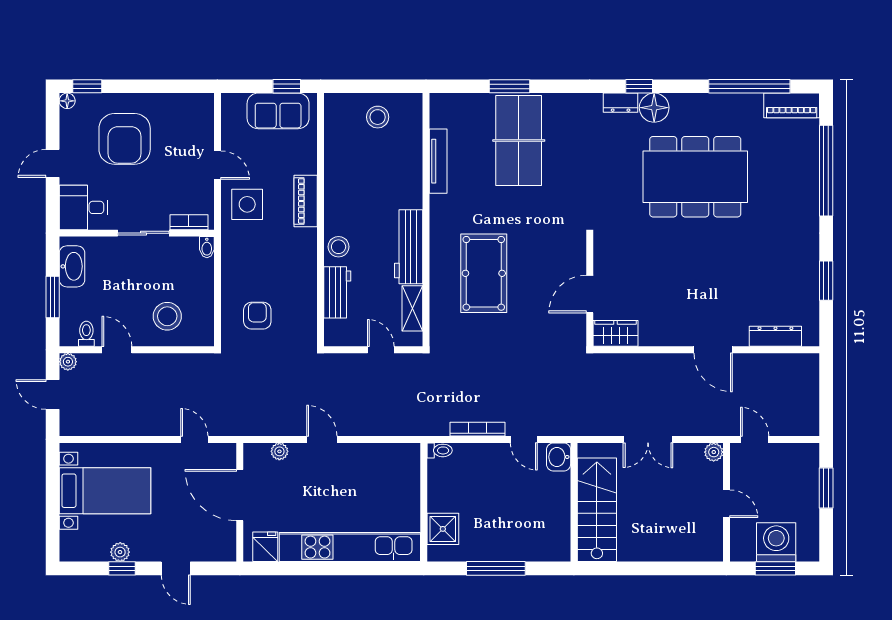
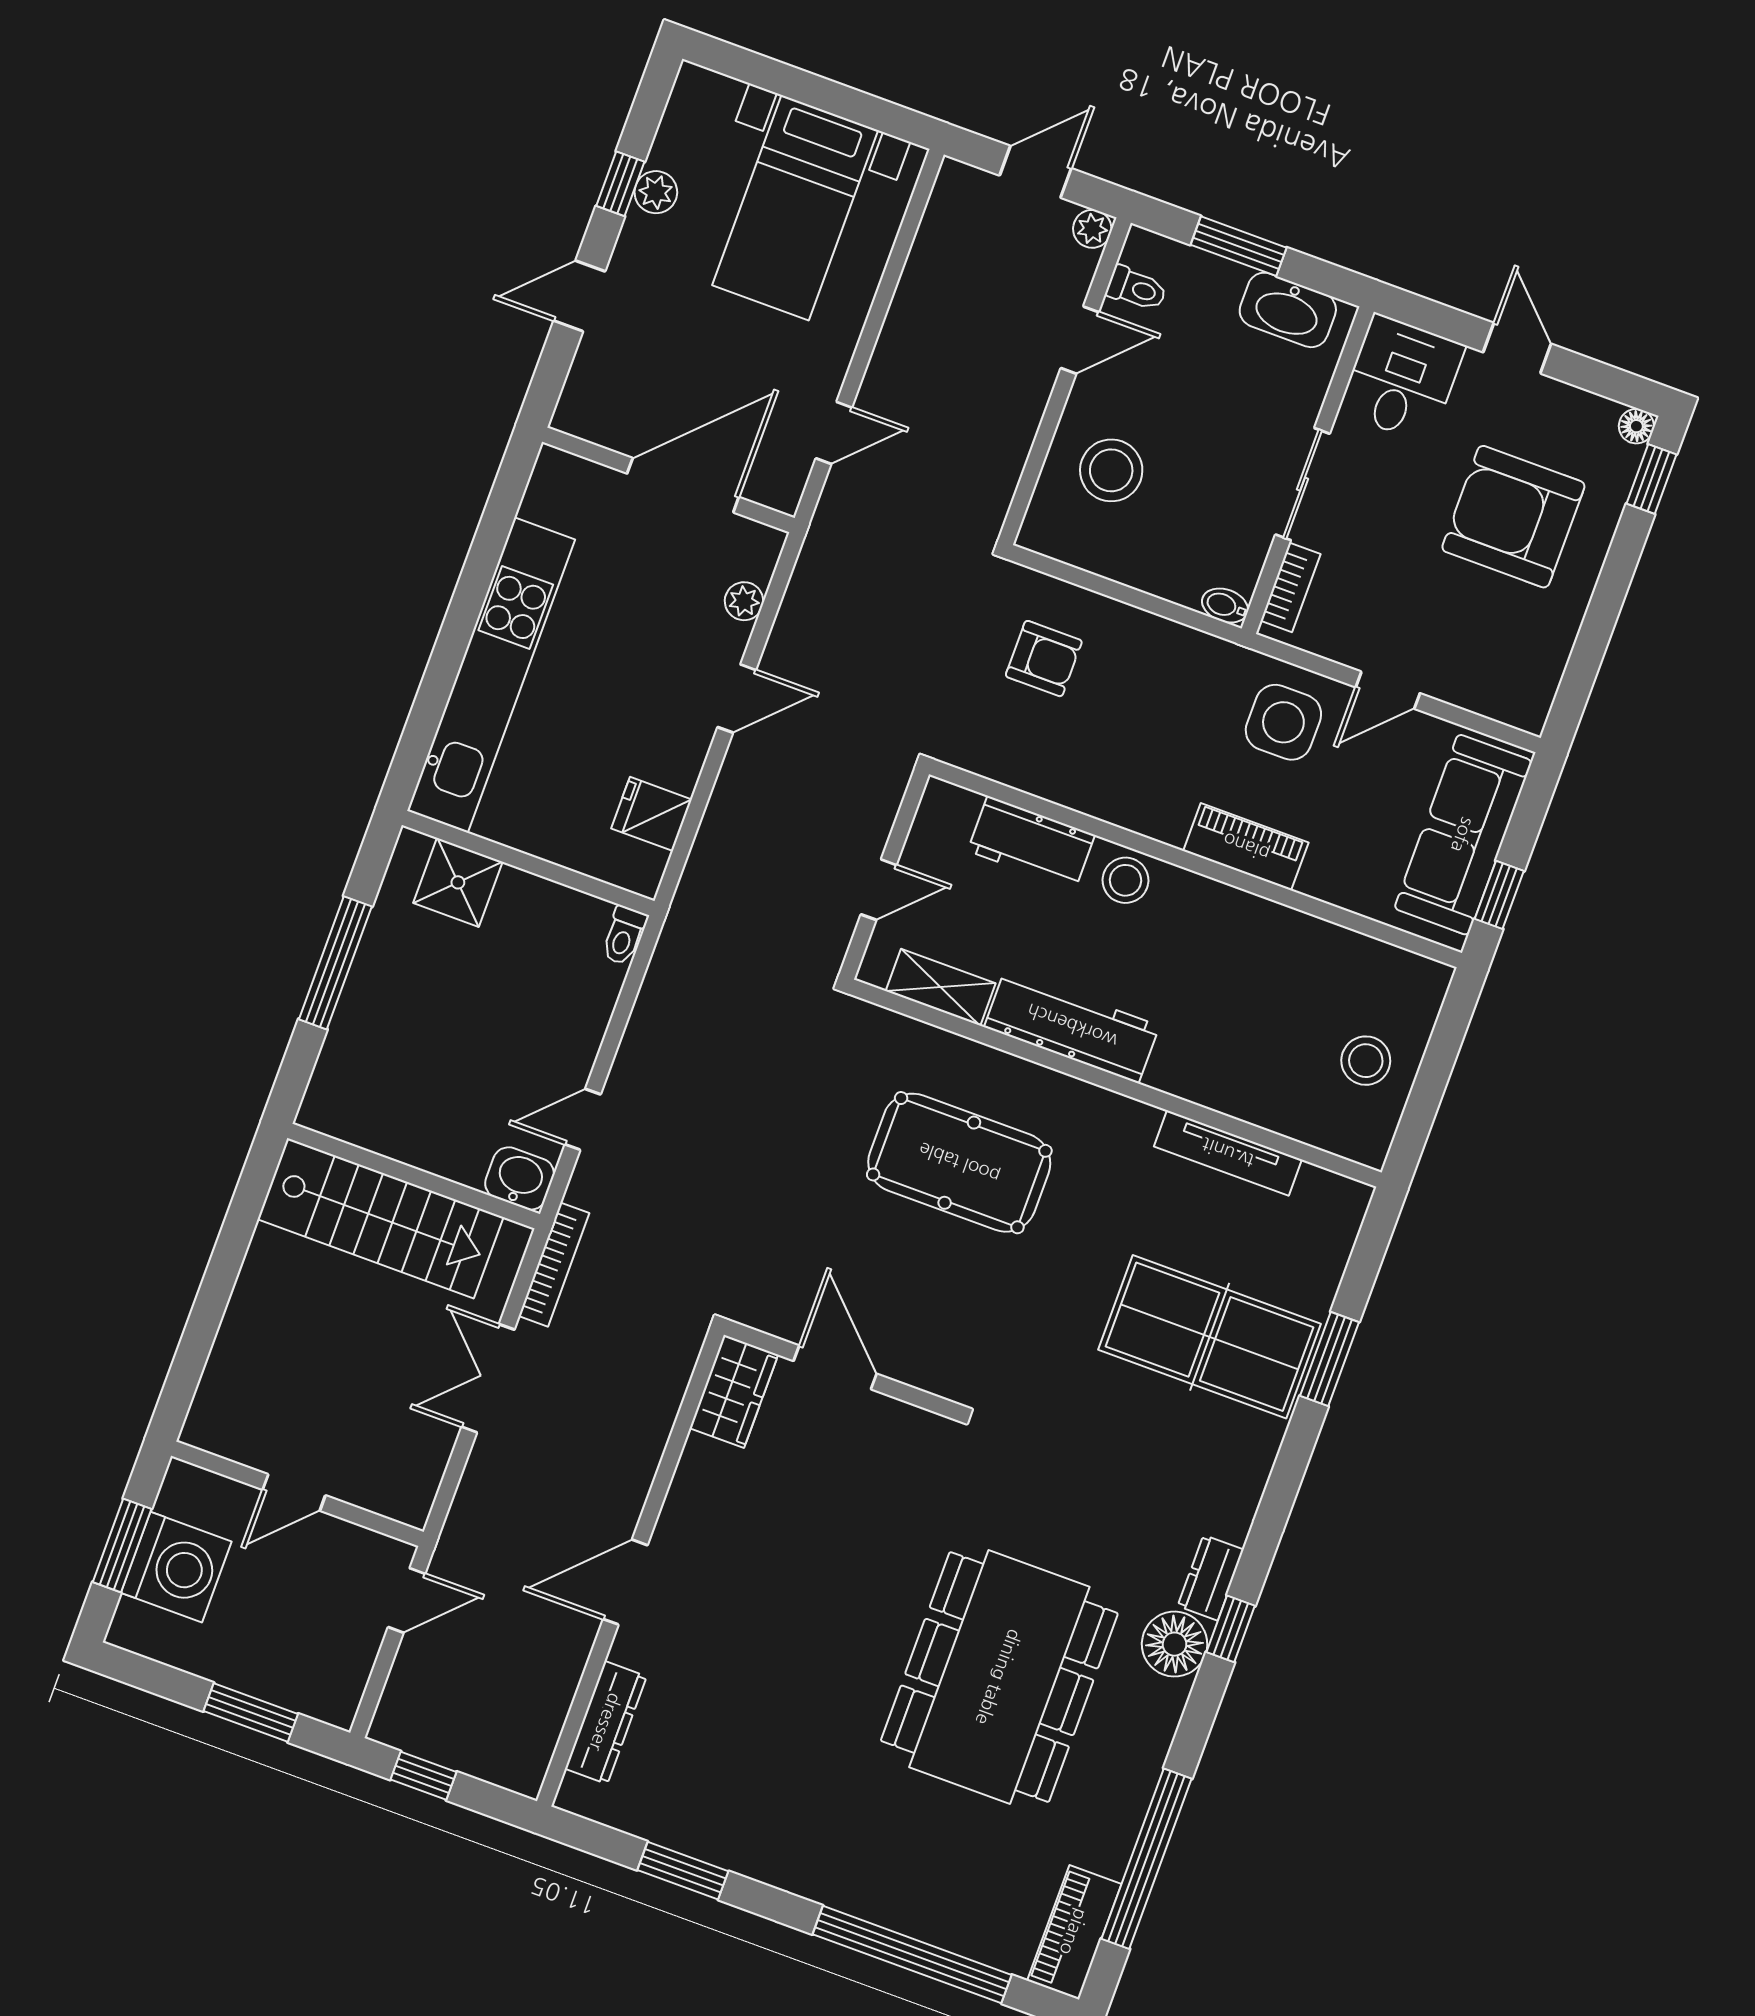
sofa: (278, 111) -> (1463, 835), width x1.36
window: (826, 405) -> (424, 1776), added
bookcase: (478, 429) -> (554, 1265), moved
plant: (714, 452) -> (411, 1506), removed
fridge: (265, 547) -> (651, 814), moved, turned 180

